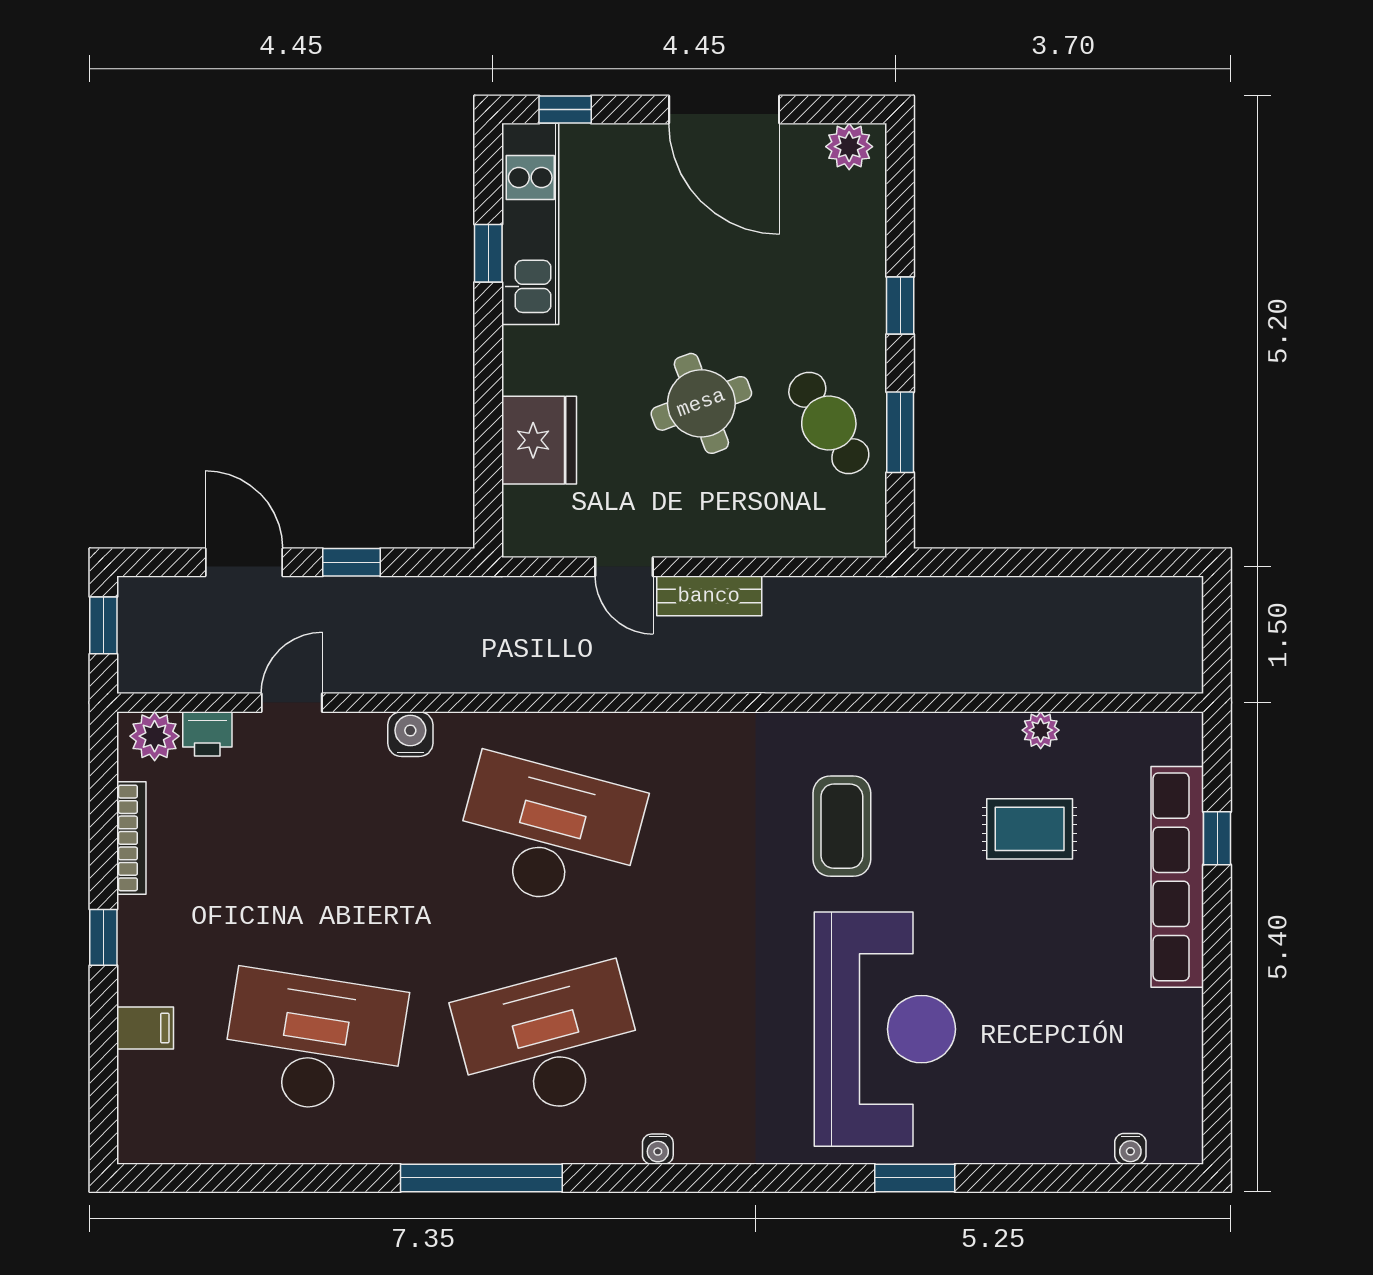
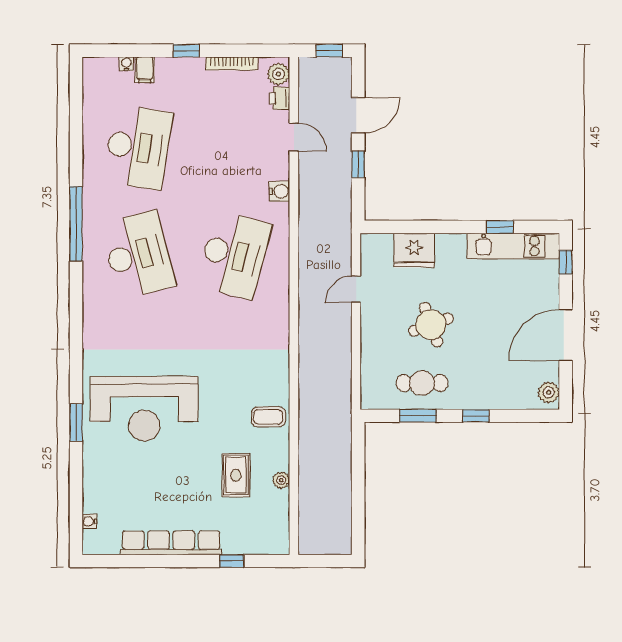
cafe table: (829, 423) -> (422, 383), turned 33
bench: (709, 596) -> (343, 328), removed
coffee table: (842, 826) -> (268, 417), moved, width x0.73, depth x0.77
row of seats: (1177, 877) -> (171, 543), moved
water cooler: (658, 1149) -> (126, 64), moved, turned 90

